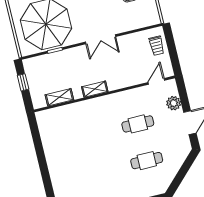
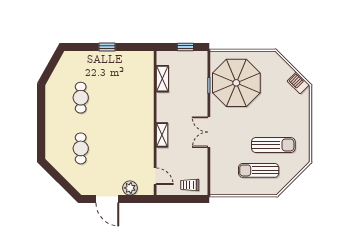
shelving: (95, 89) -> (162, 135), moved
cafe table: (138, 124) -> (81, 98), moved
window: (42, 159) -> (107, 47), added

